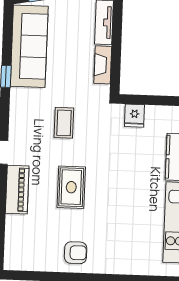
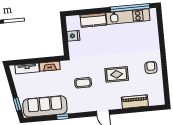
fridge: (135, 116) -> (73, 36), moved
piano: (17, 190) -> (135, 102), moved

